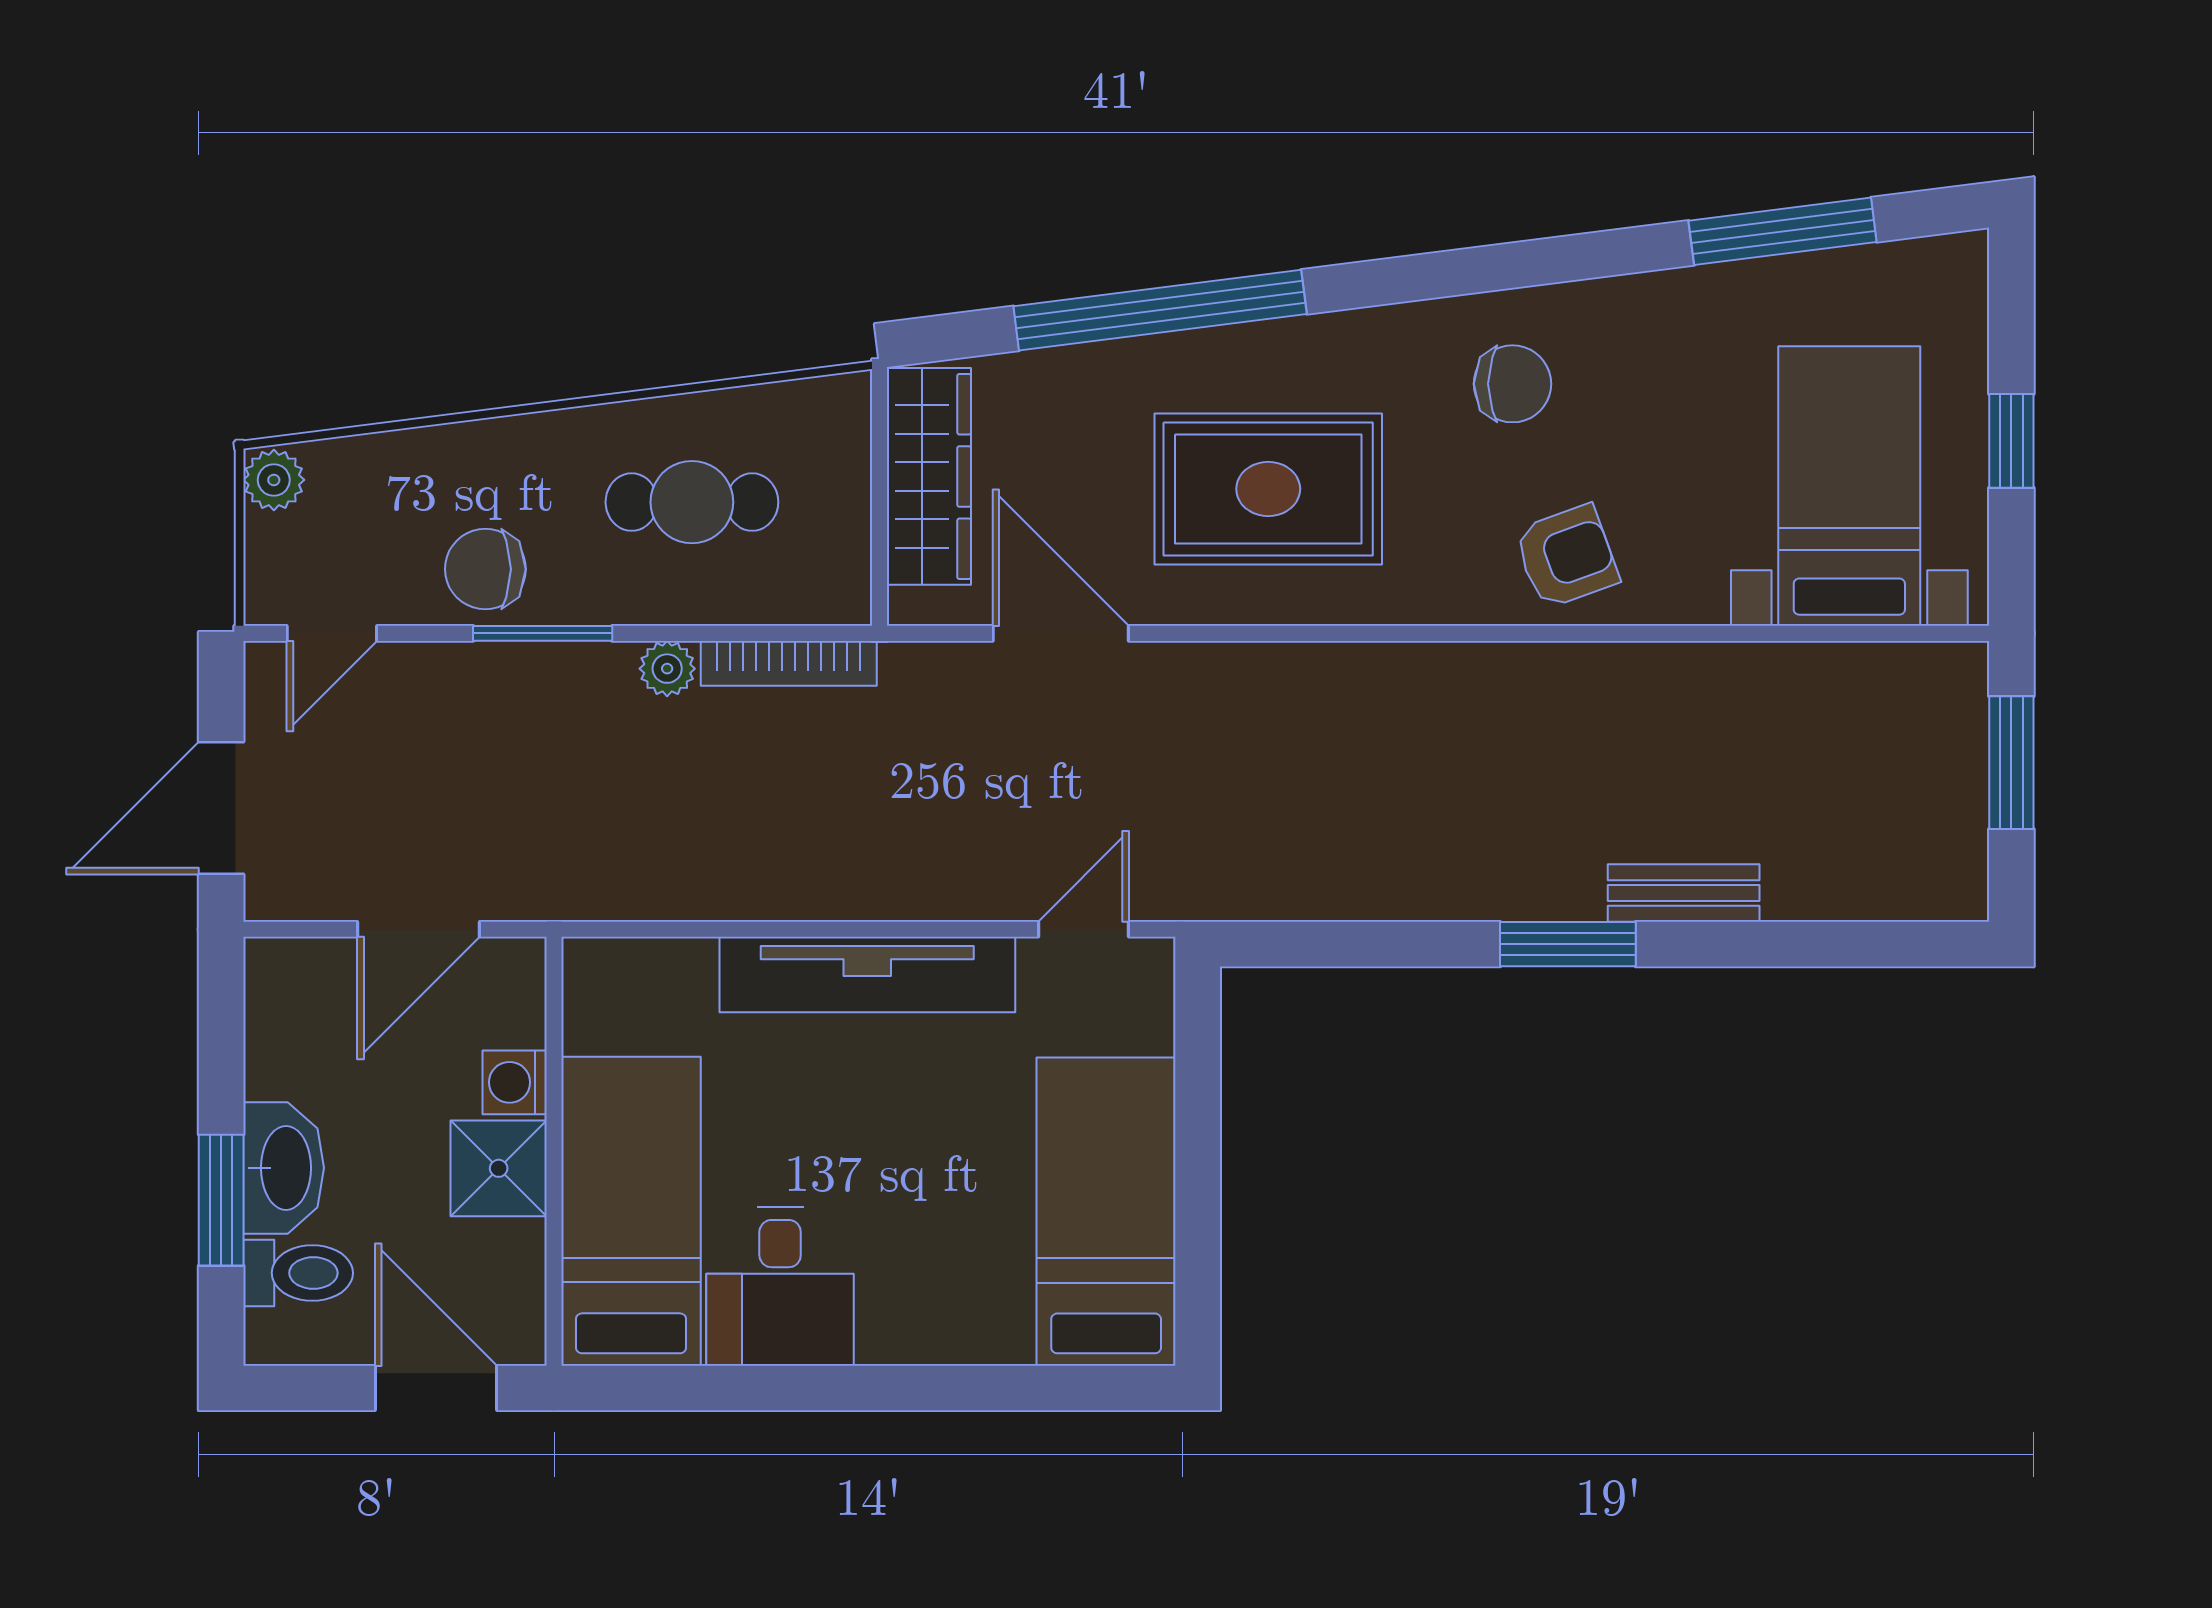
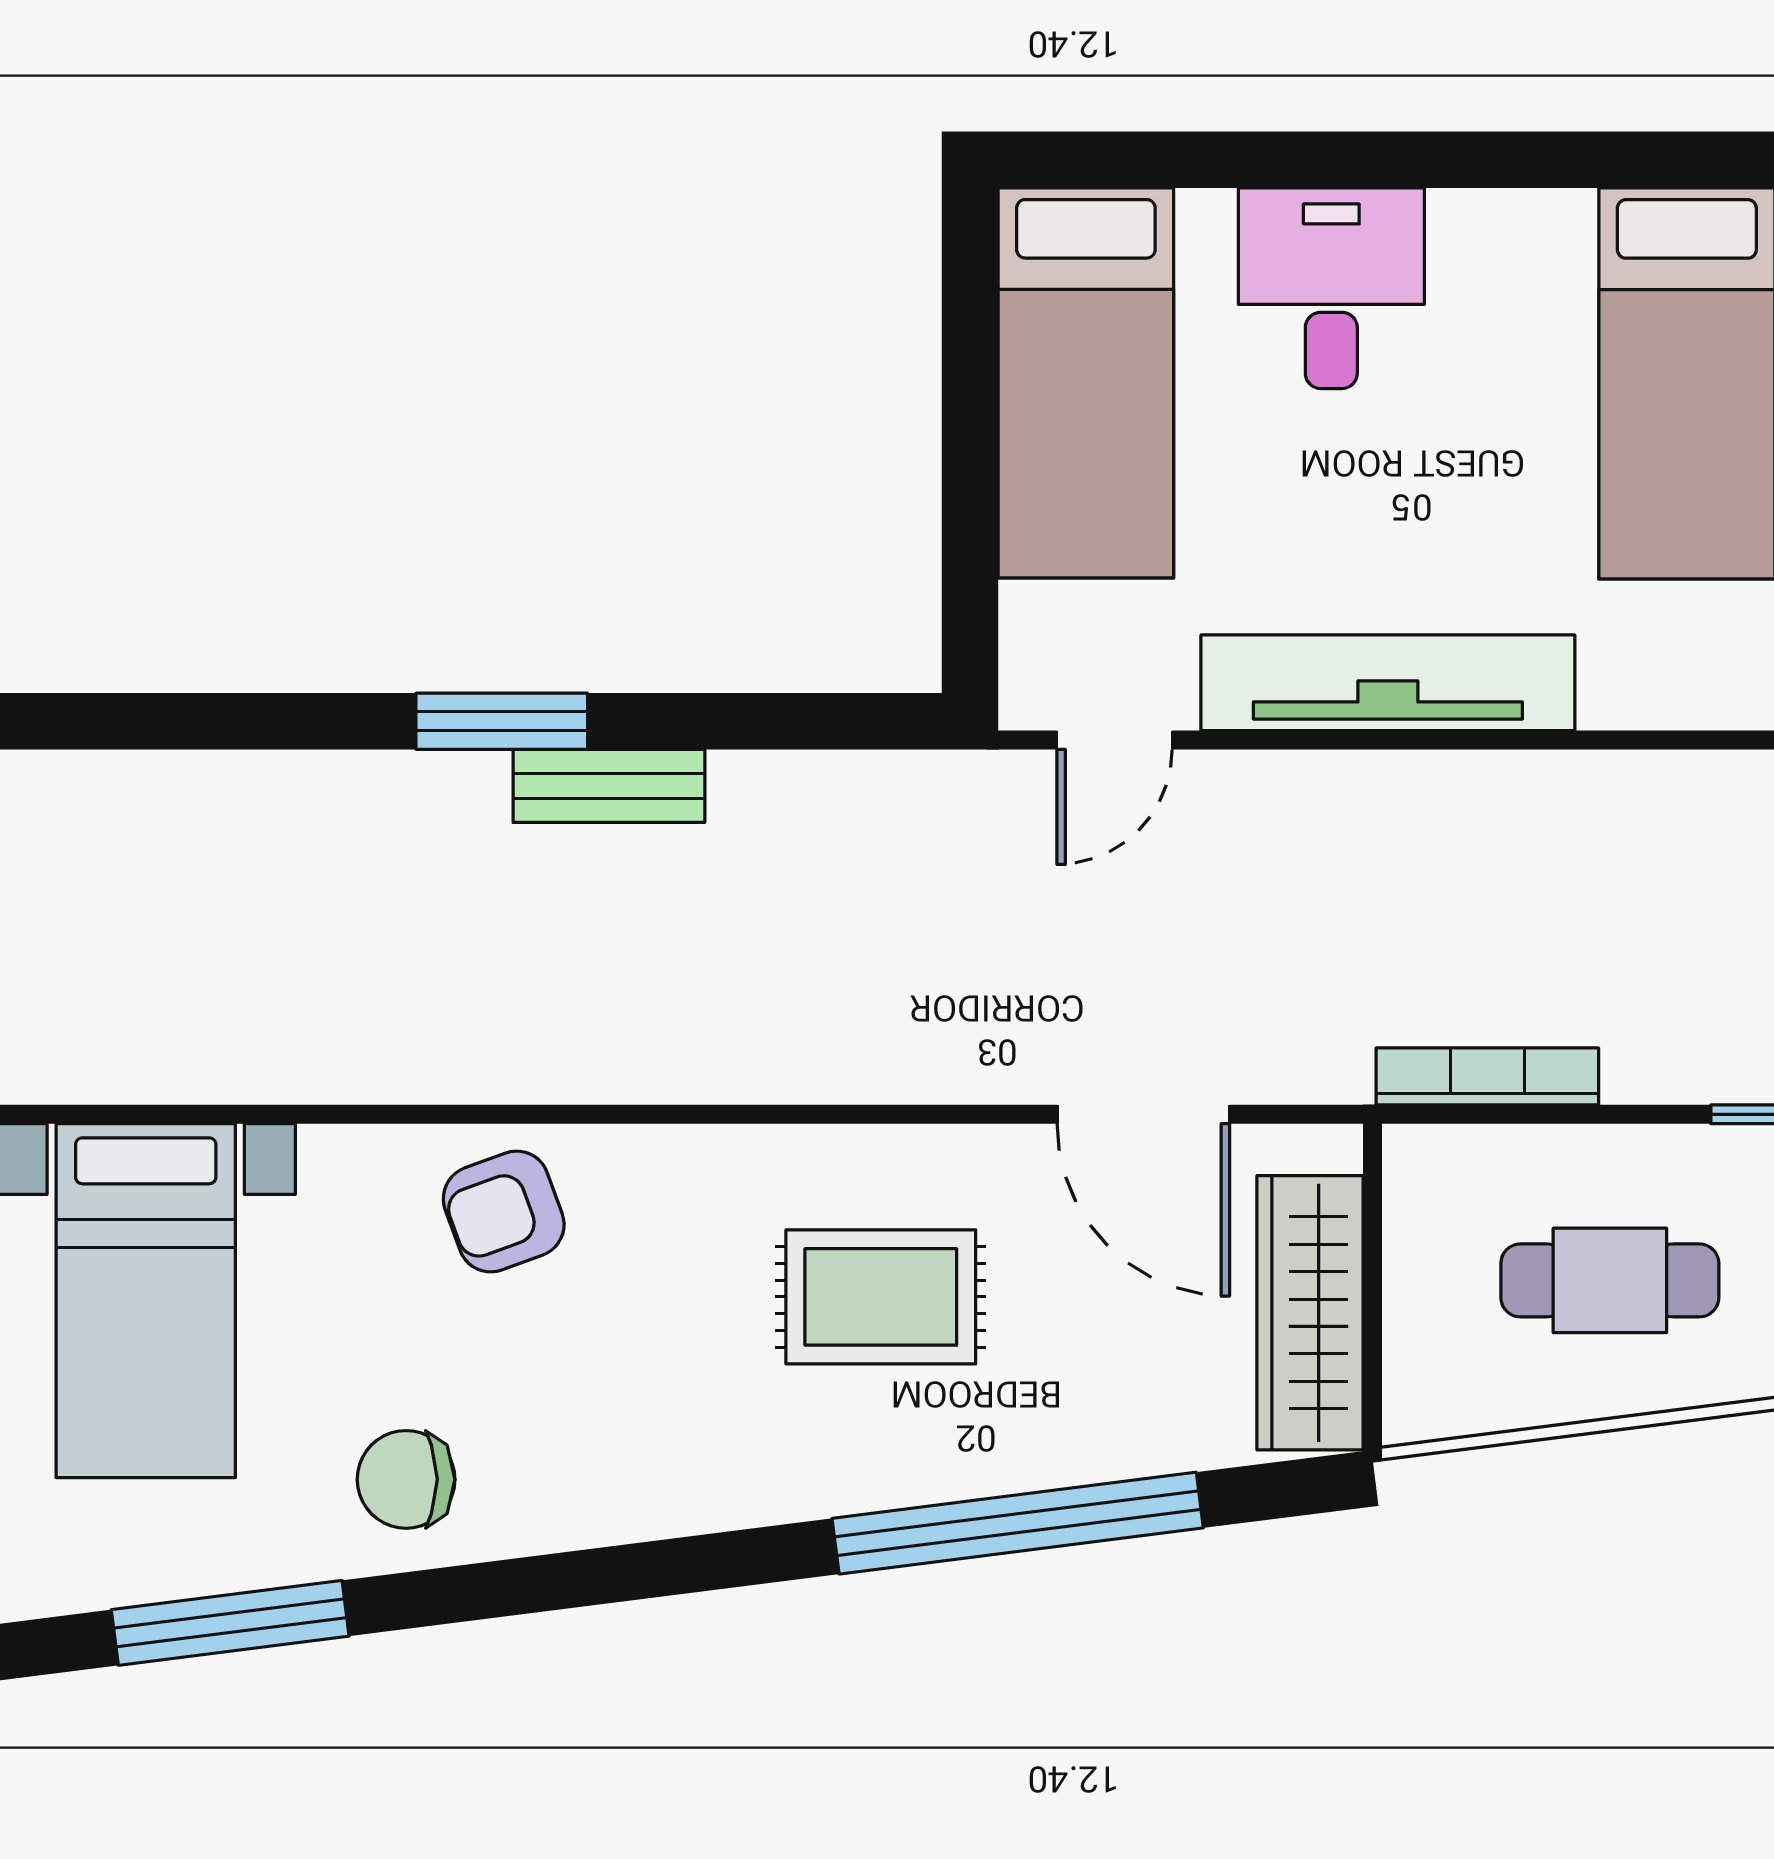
chair: (1512, 384) -> (406, 1479), moved
rug: (1268, 489) -> (881, 1297), width x0.73, depth x0.70
plant: (667, 669) -> (1641, 1070), removed
bench: (1684, 893) -> (609, 786), moved
desk: (780, 1286) -> (1331, 288), moved

